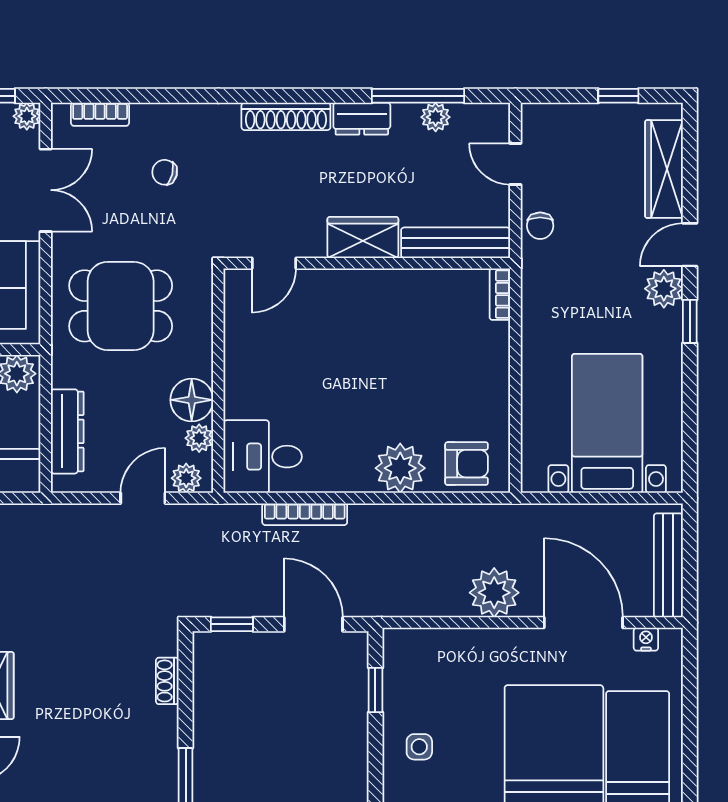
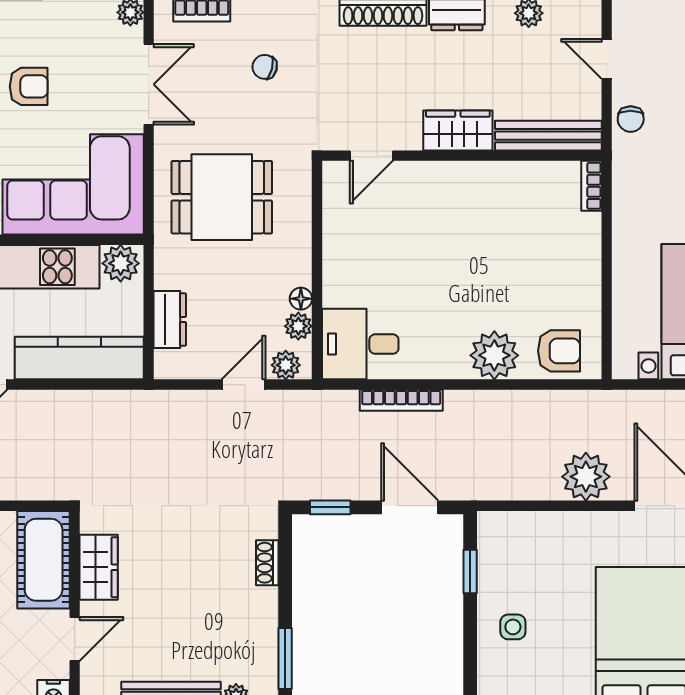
floor lamp: (192, 400) -> (301, 299), width x0.53, depth x0.53
dresser: (67, 431) -> (170, 320), width x0.70

